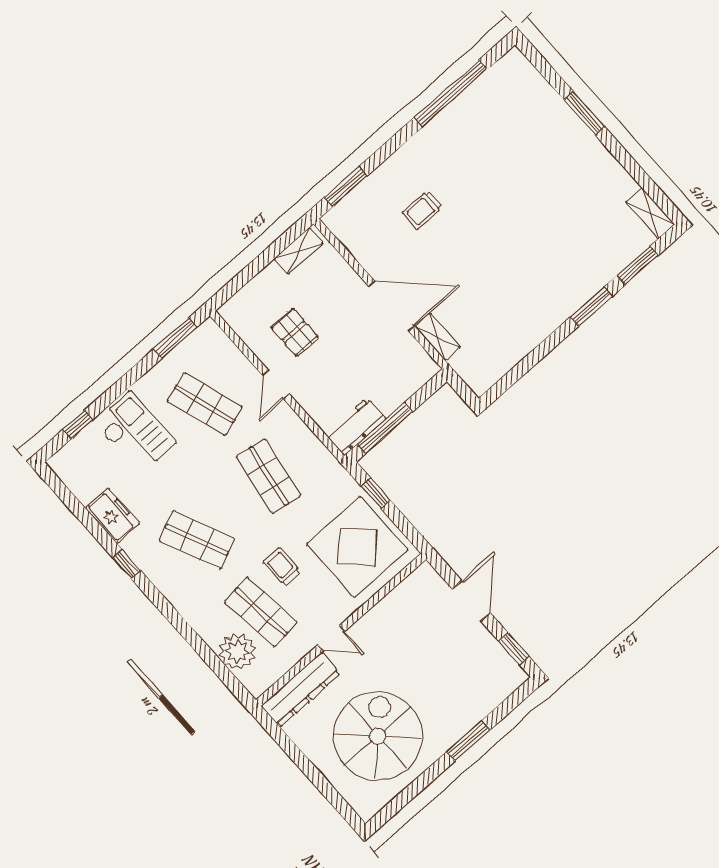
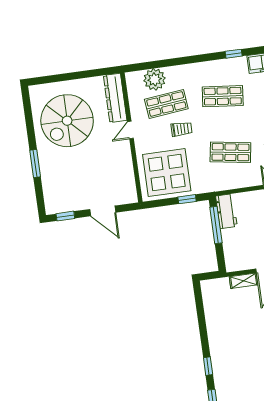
window: (591, 307) -> (208, 366), width x0.67
shop shelf: (197, 540) -> (223, 96), turned 30
spiral stairs: (378, 736) -> (67, 121), turned 90

